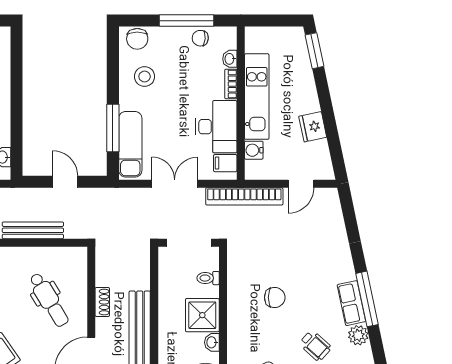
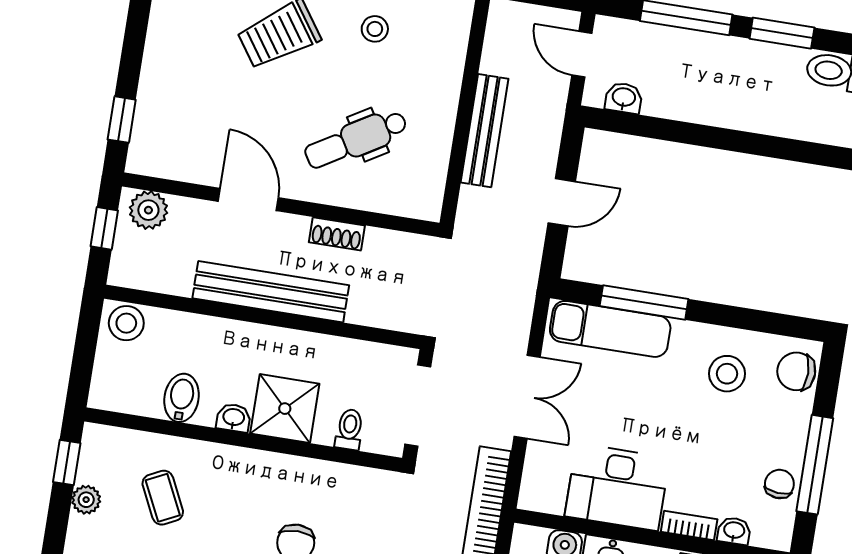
filing cabinet: (225, 163) -> (549, 493), removed

